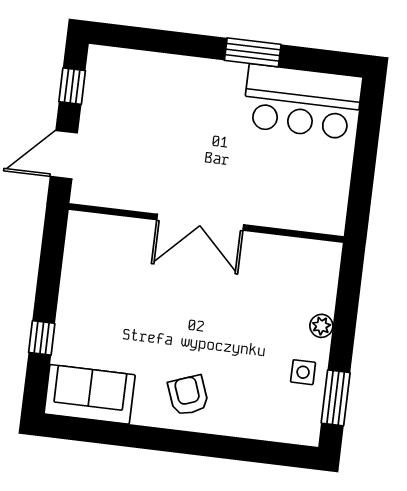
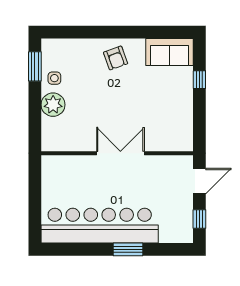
window: (253, 52) -> (128, 249), moved
bar counter: (302, 102) -> (100, 226), width x1.86
plant: (321, 326) -> (53, 105), width x1.88, depth x1.88

